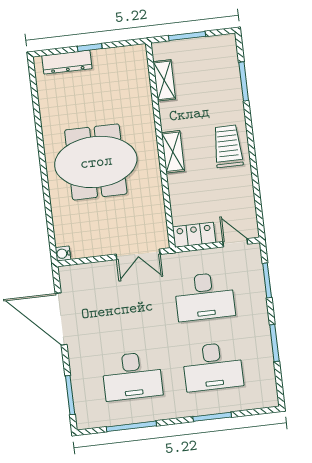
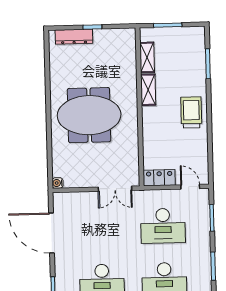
shelving: (173, 152) -> (148, 90), moved

